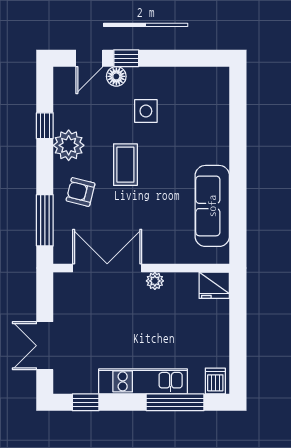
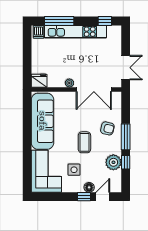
corner sofa: (200, 108) -> (46, 171), added
plant: (69, 145) -> (113, 162), moved
sofa: (212, 206) -> (43, 121), width x1.36, depth x1.27
window: (45, 220) -> (126, 137), moved
double door: (45, 346) -> (126, 68), moved
kitchen unit: (143, 381) -> (75, 32), width x1.36

